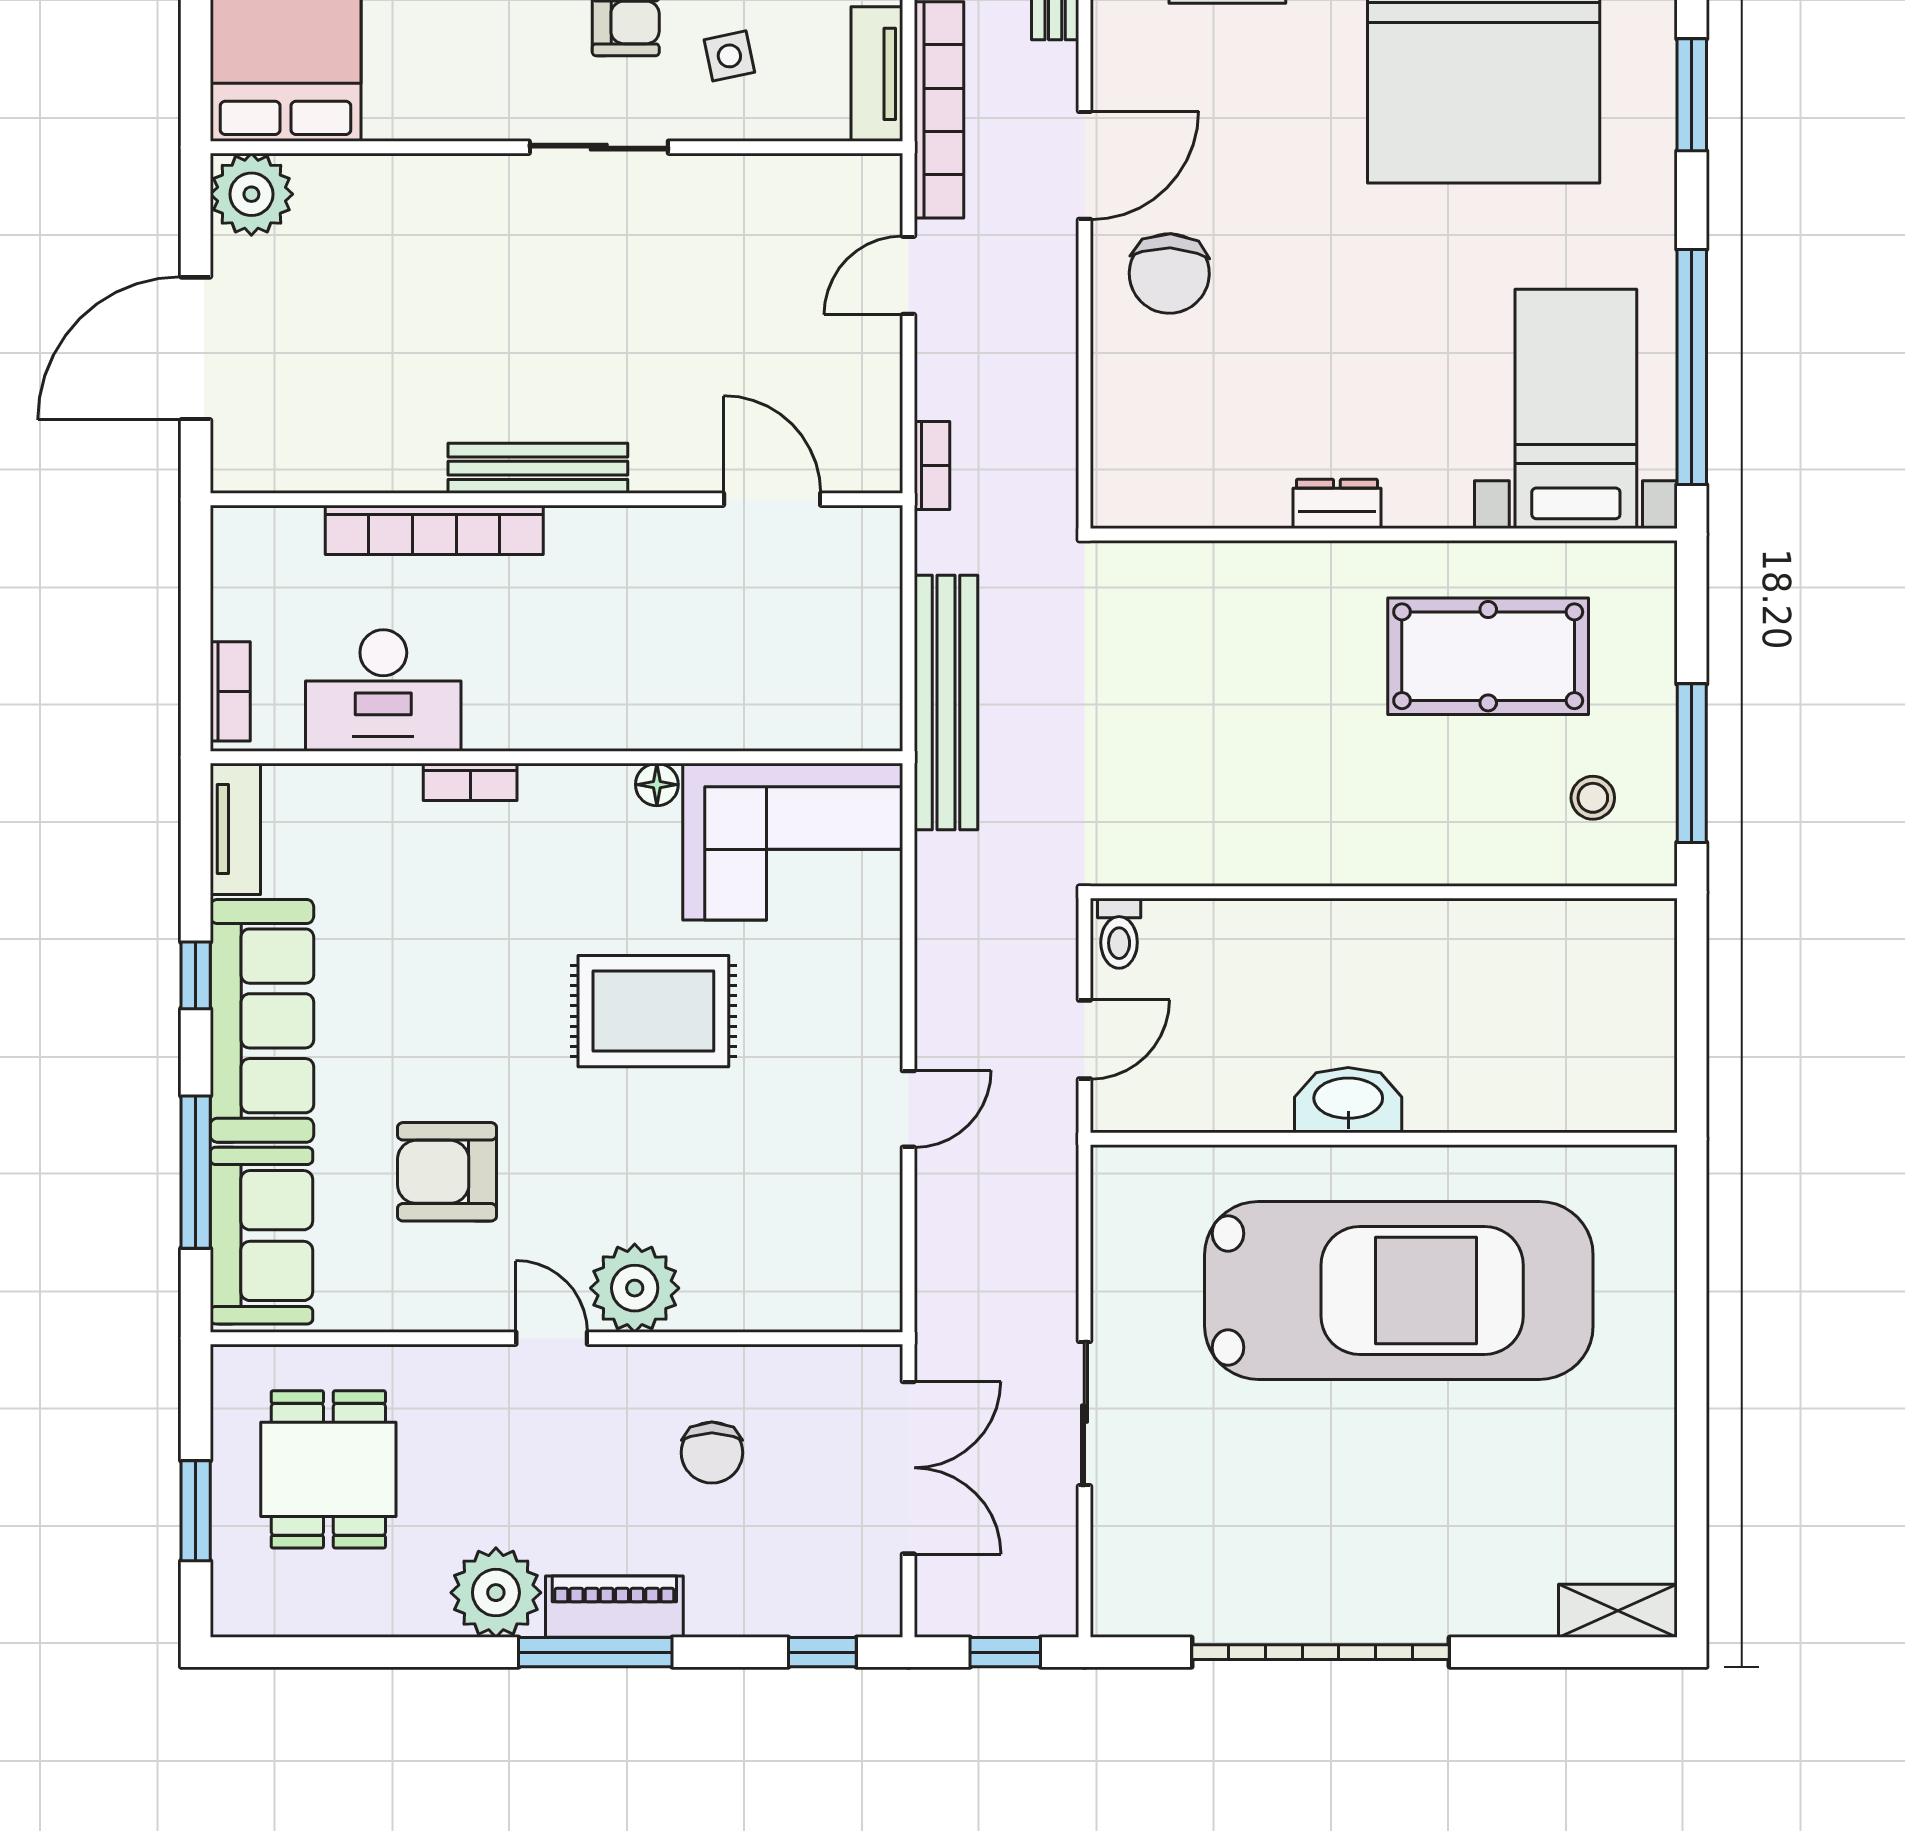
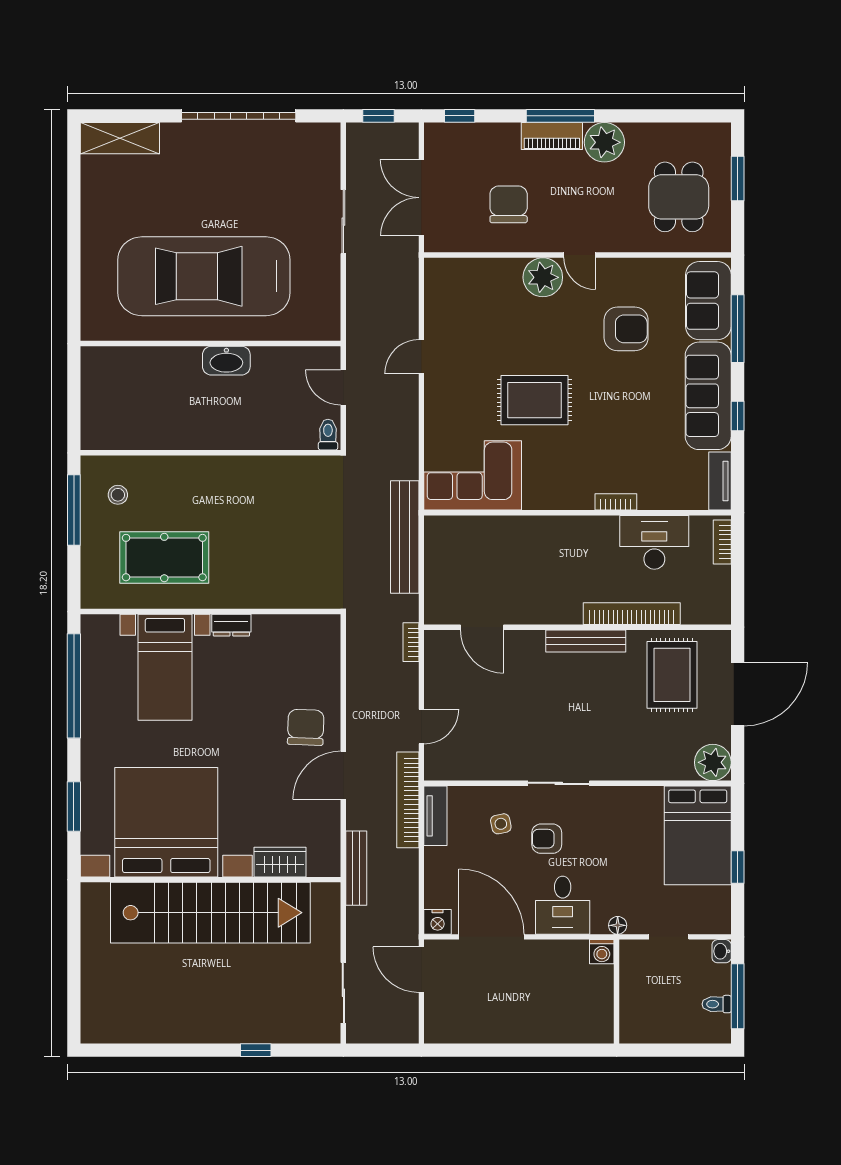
rug: (343, 392) -> (672, 675), added
bed with nightstands: (1576, 409) -> (165, 667), moved
floor lamp: (657, 785) -> (533, 501), removed
door: (1084, 1039) -> (343, 388), hinge flipped
chair: (712, 1453) -> (509, 204), width x1.37, depth x1.37
shelving: (1618, 1611) -> (120, 138), width x1.50, depth x1.33

